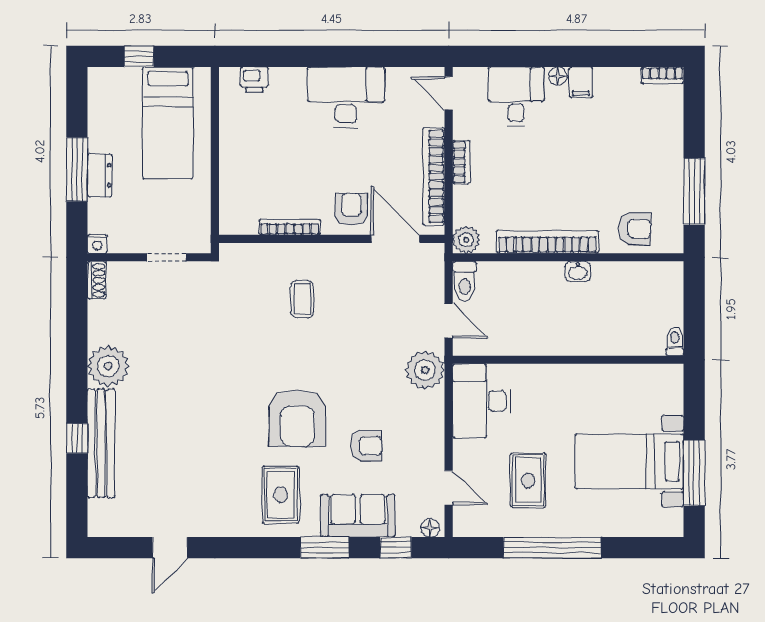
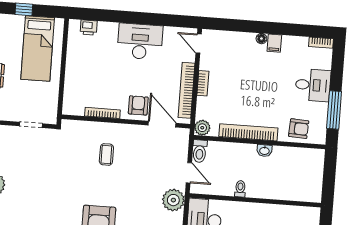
desk: (516, 97) -> (313, 85), moved, turned 90
toilet: (675, 341) -> (240, 189), moved

